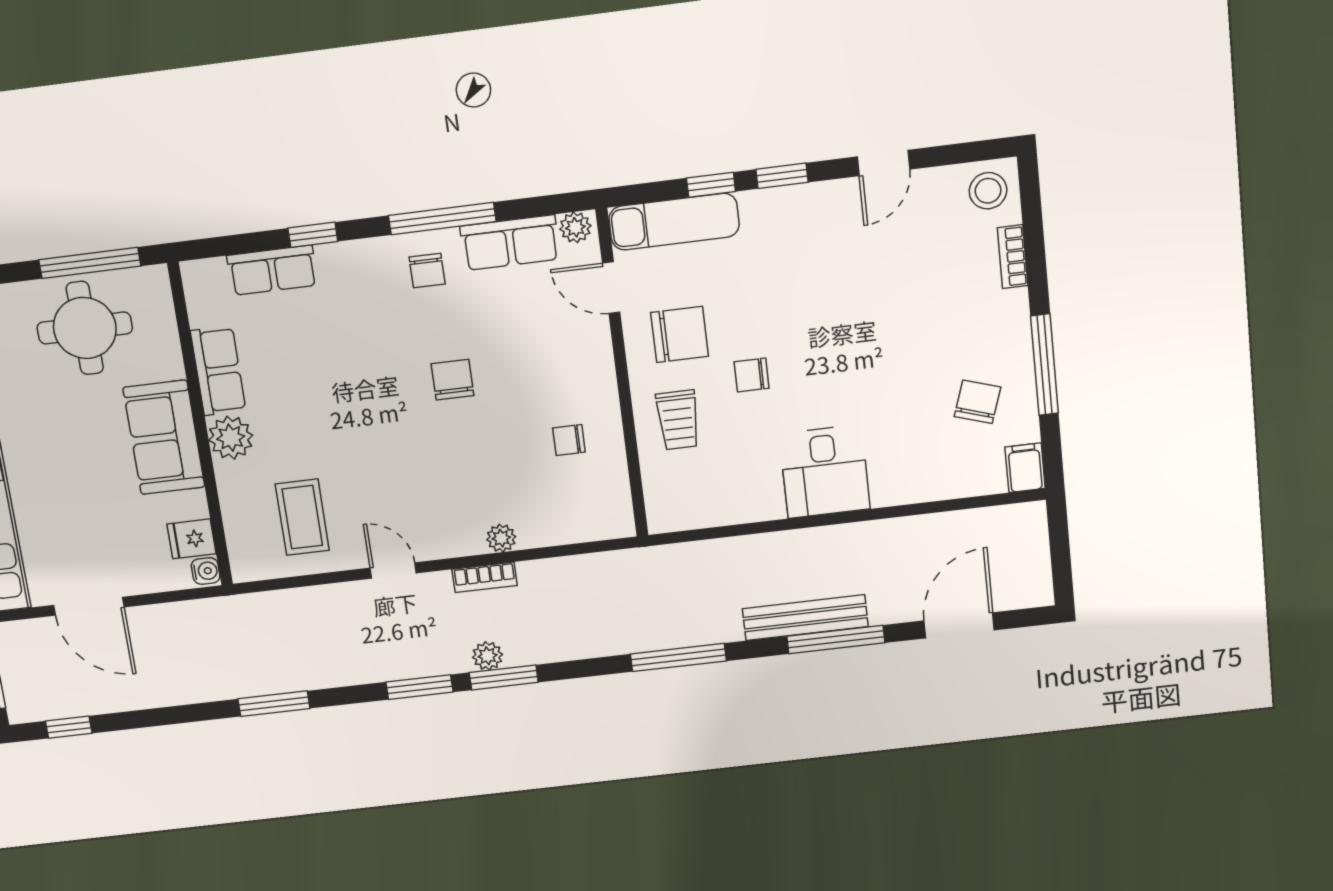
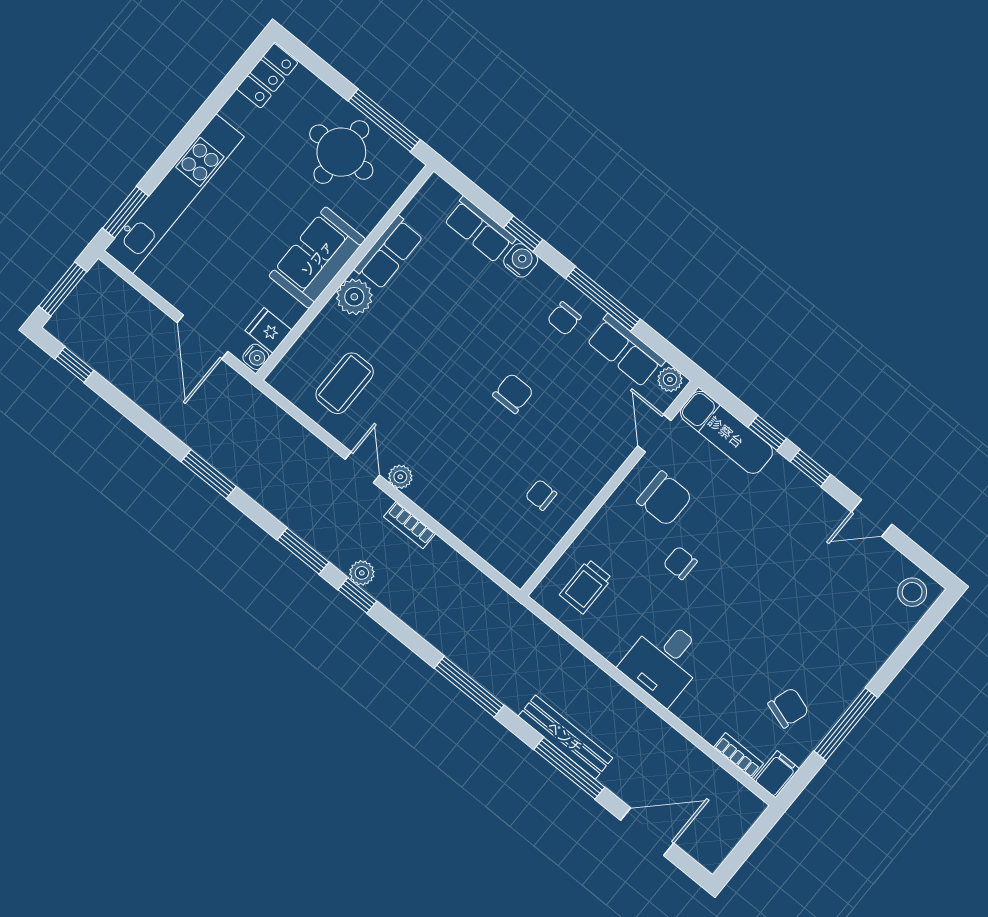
bookcase: (1013, 257) -> (738, 755), moved, turned 90
water cooler: (336, 260) -> (521, 260), added
trolley: (678, 420) -> (586, 586), moved
plant: (501, 538) -> (400, 477), moved
door: (89, 606) -> (203, 337), moved
window: (504, 677) -> (357, 595), width x0.67

